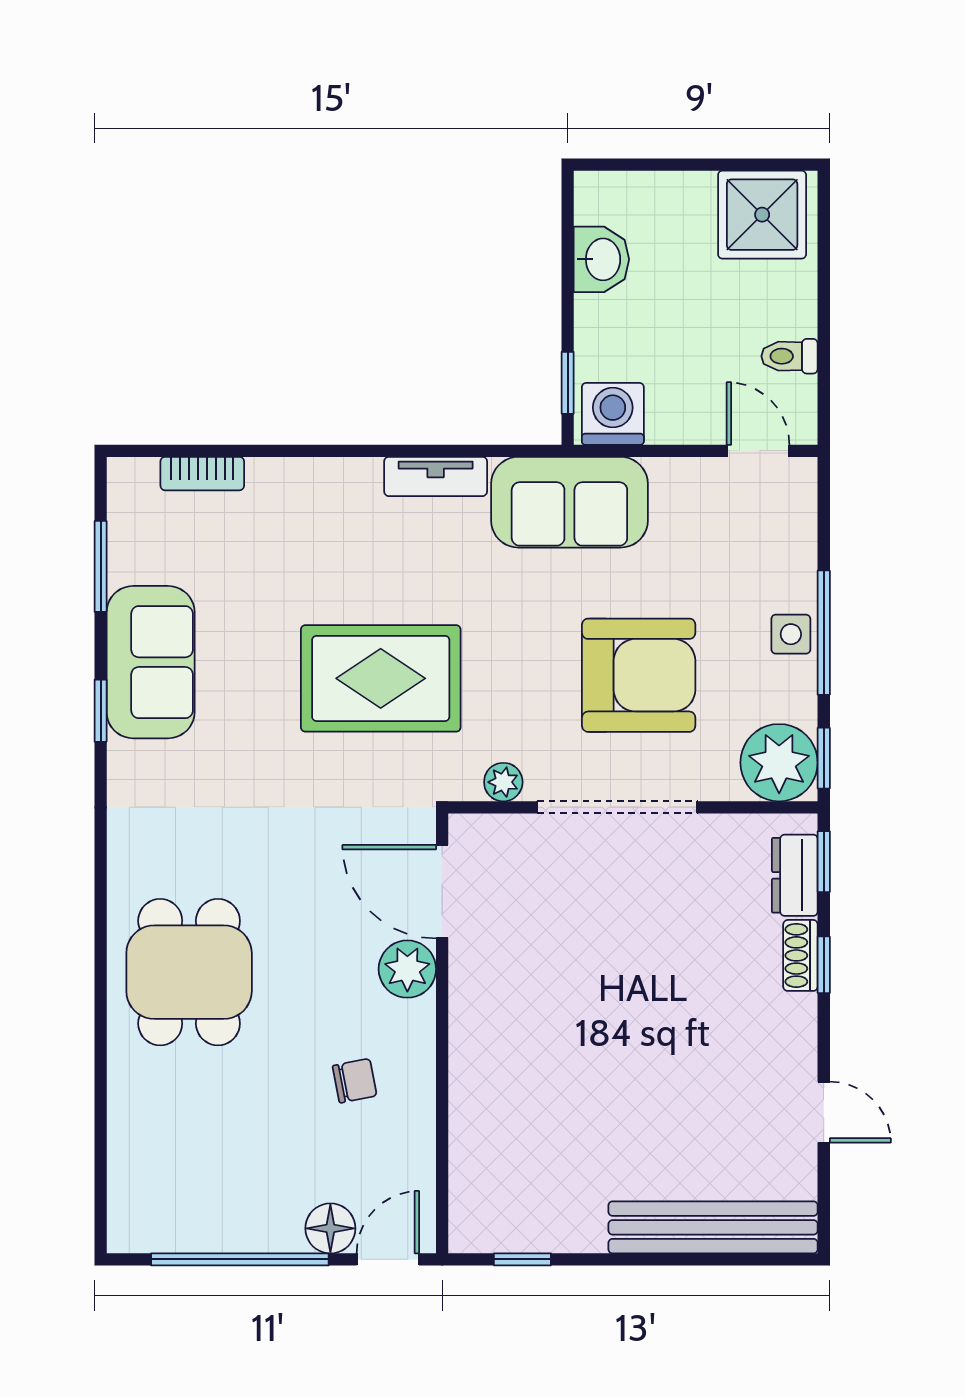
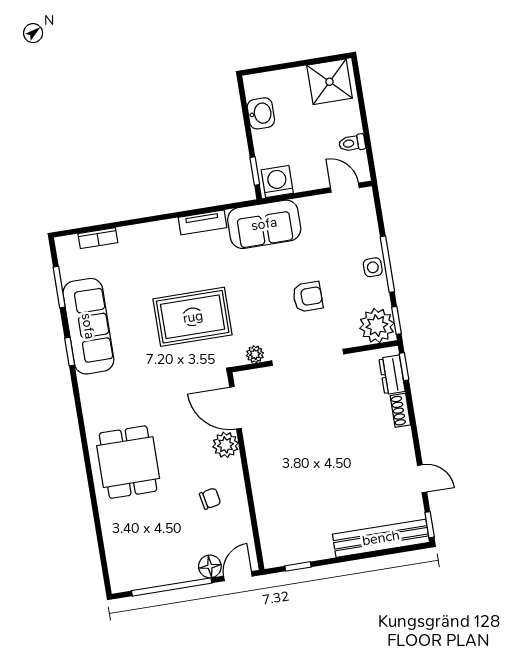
sofa: (151, 662) -> (88, 326), width x1.36
armchair: (639, 675) -> (308, 297), width x0.53, depth x0.53
window: (824, 965) -> (430, 525), moved

